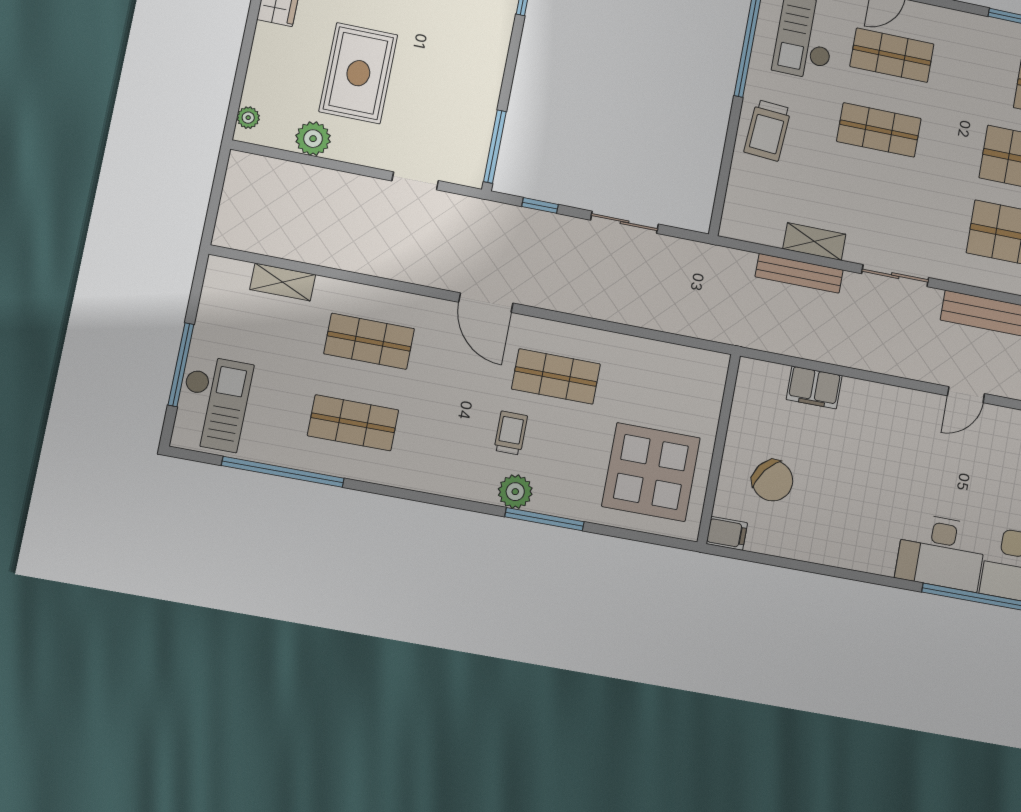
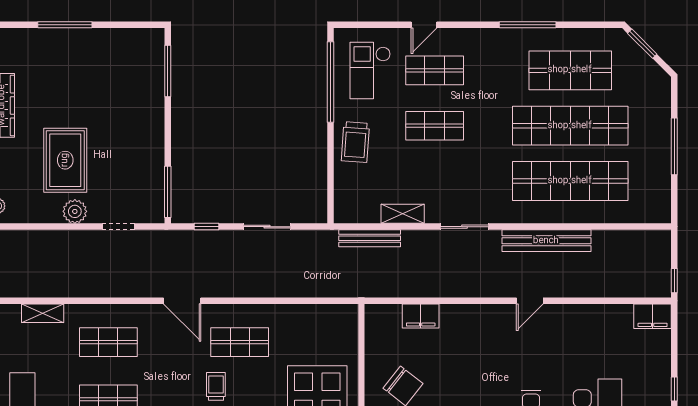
plant: (313, 139) -> (75, 211), moved
bench: (799, 273) -> (370, 238), moved

